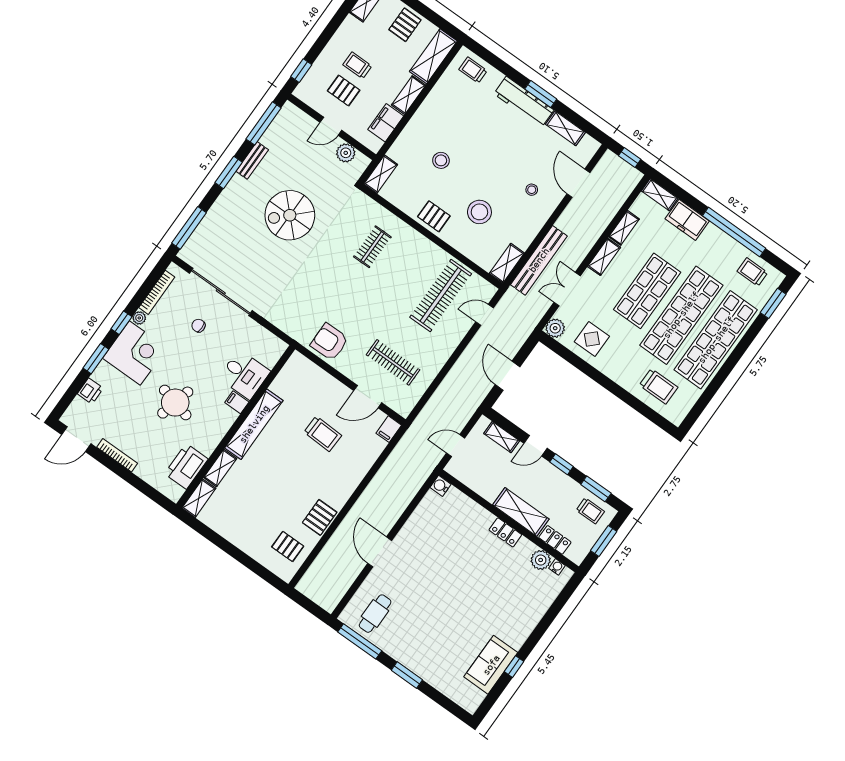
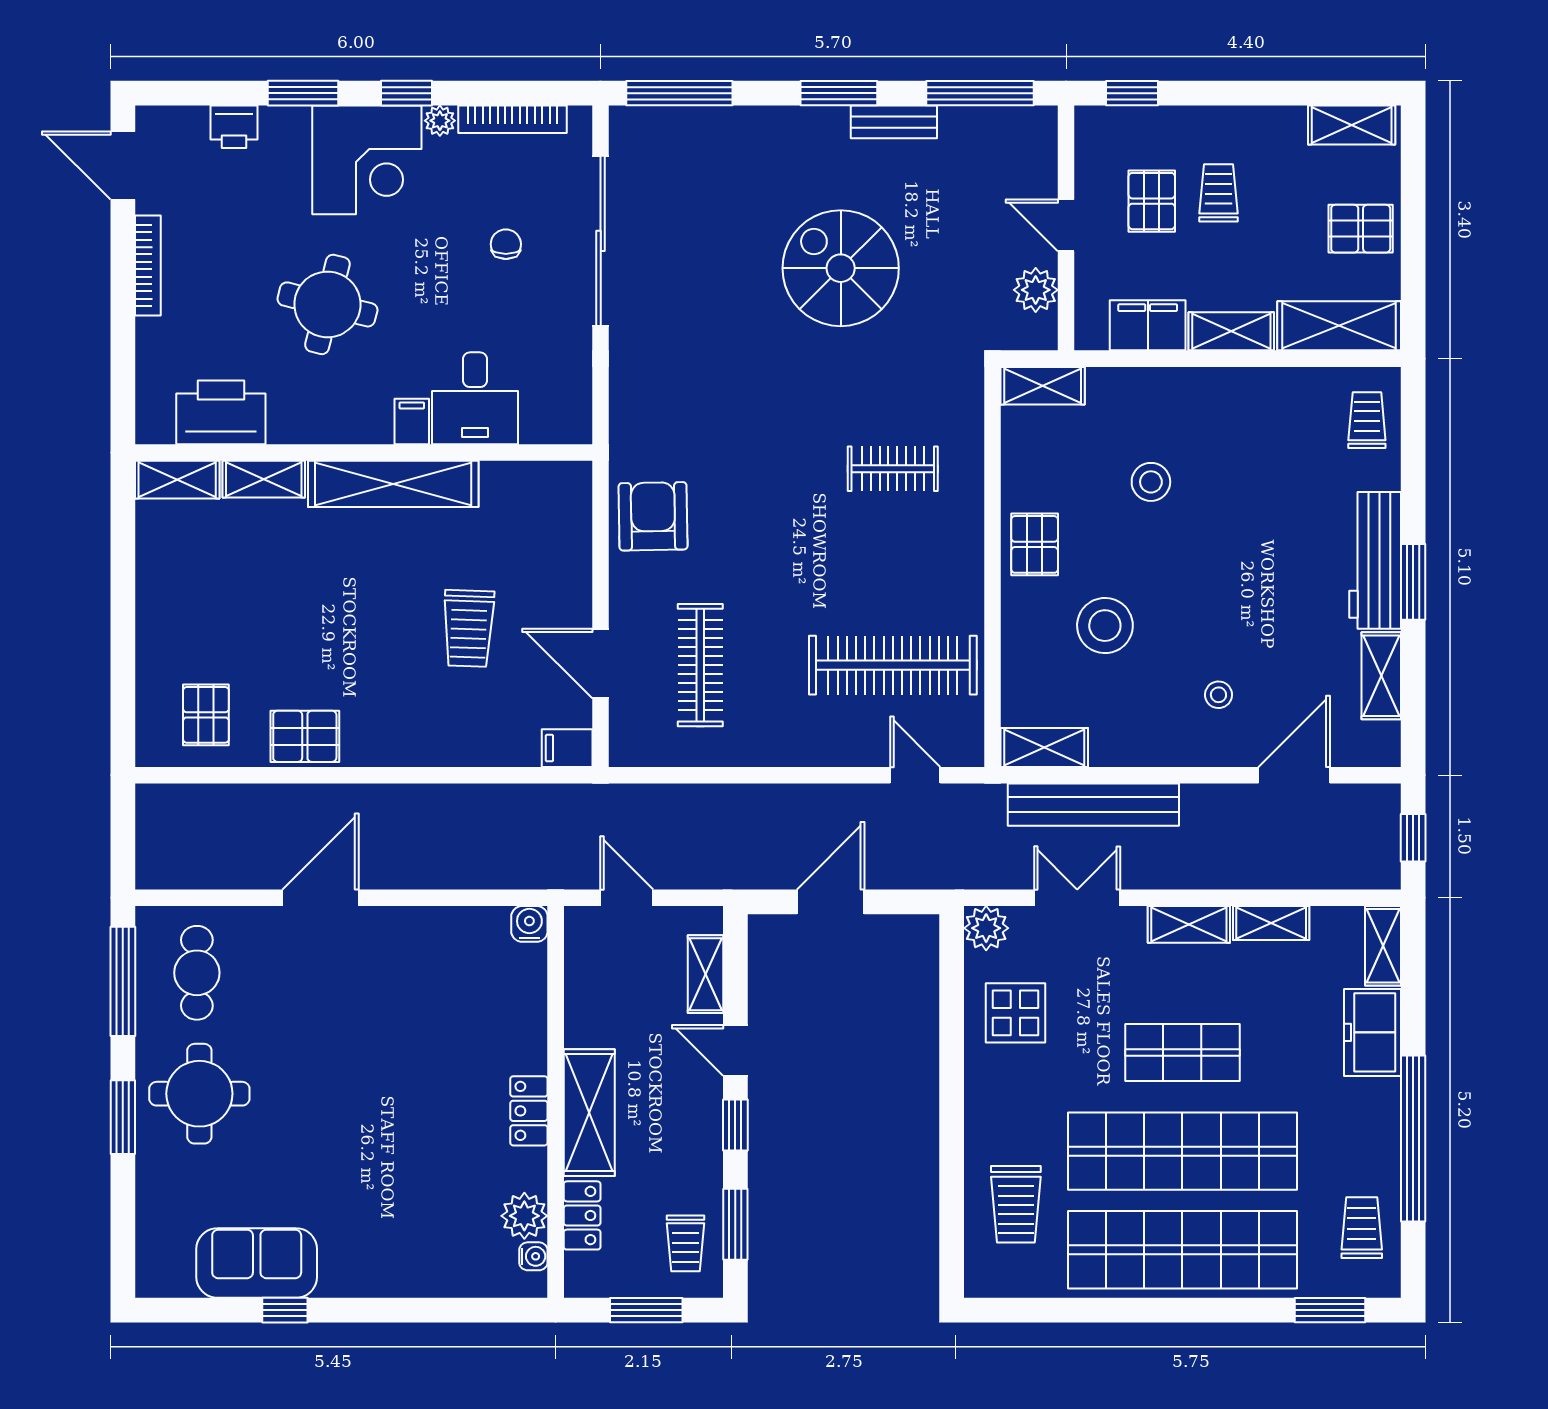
shop shelf: (647, 291) -> (1182, 1053), width x0.70, depth x0.74
cafe table: (375, 614) -> (197, 973), turned 90
round table: (418, 643) -> (199, 1094), added

